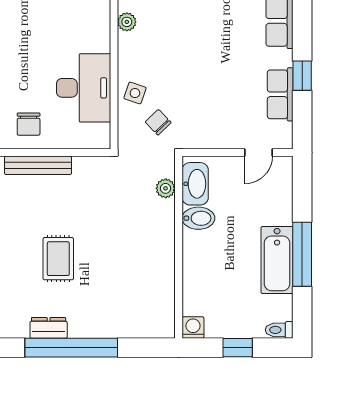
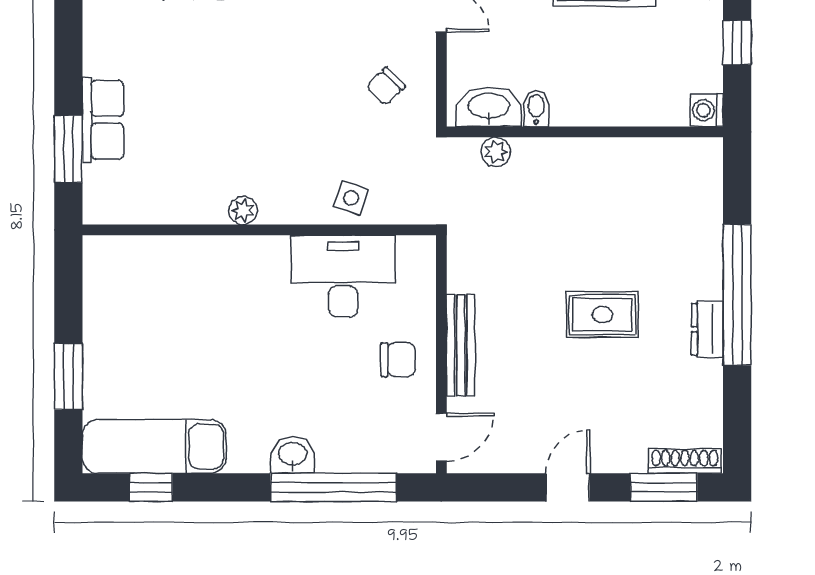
chair: (158, 122) -> (386, 86), moved
bidet: (198, 218) -> (536, 108), width x0.72, depth x0.74

